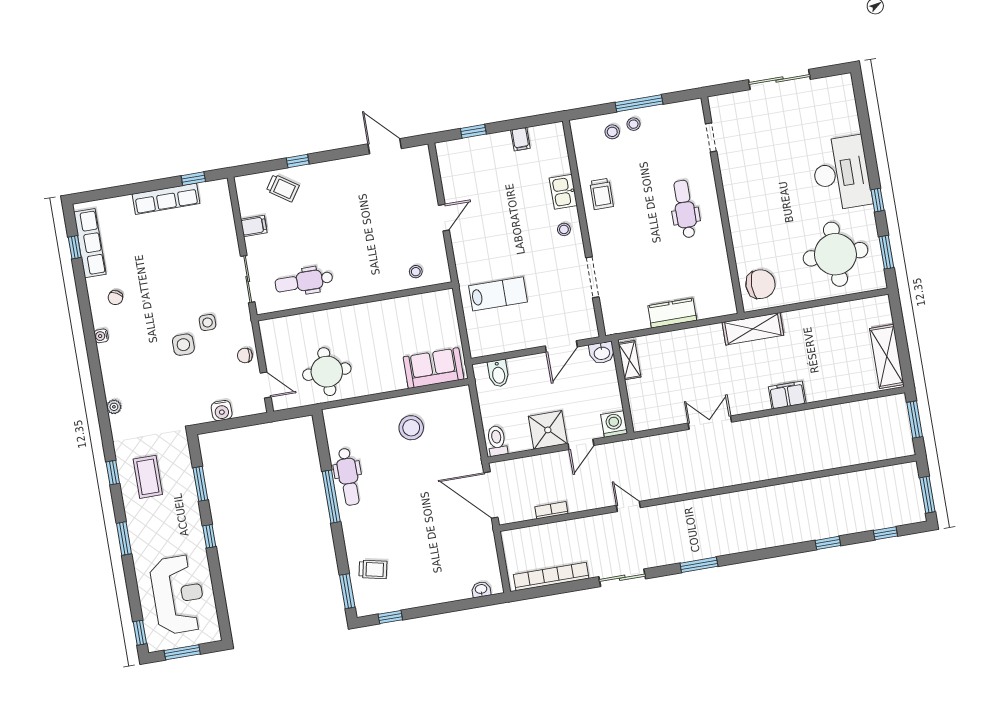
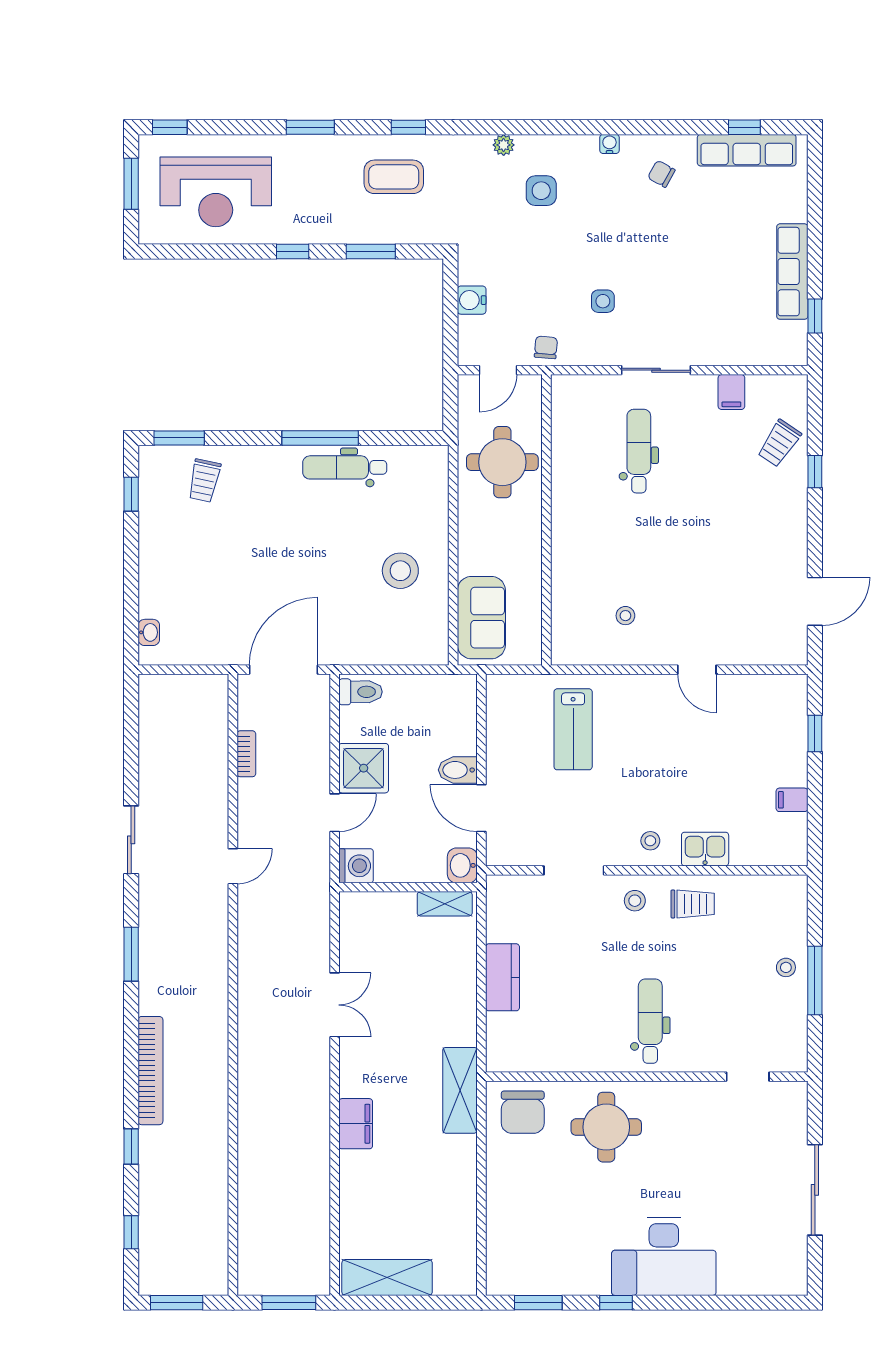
stool: (612, 132) -> (635, 901), moved
trolley: (602, 194) -> (693, 904), turned 180
dental chair: (685, 209) -> (650, 1021), turned -90
round table: (835, 254) -> (606, 1127), moved, width x0.73, depth x0.73
wall: (355, 301) -> (546, 520), moved
side table: (183, 345) -> (541, 191), moved
bidet: (498, 373) -> (458, 770), moved
door: (581, 444) -> (335, 813), swing flipped
bookcase: (551, 576) -> (150, 1071), moved

